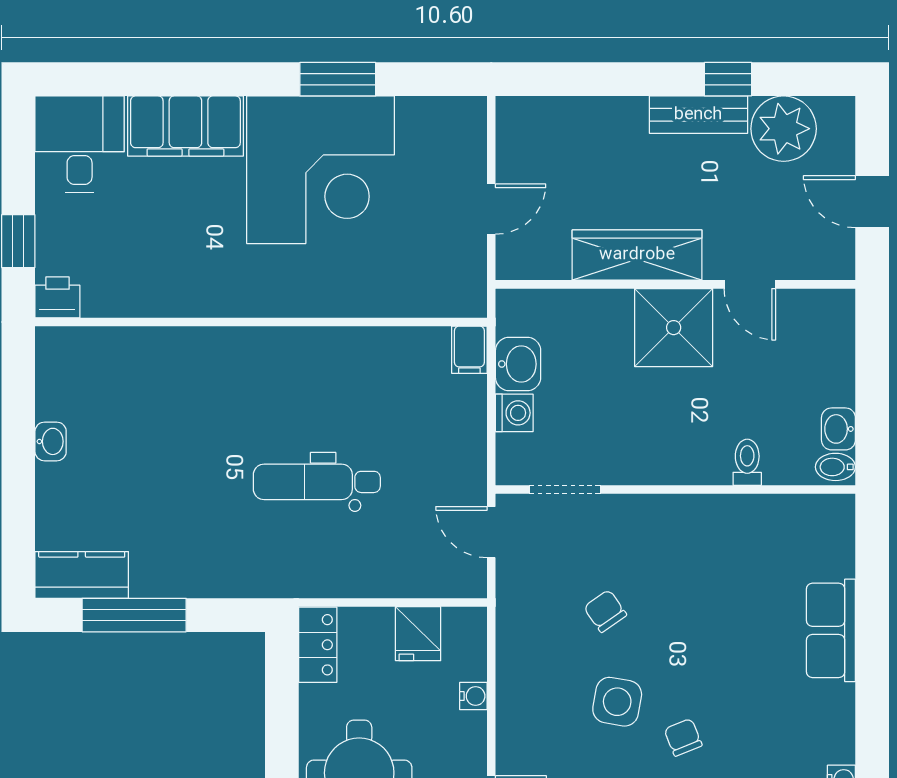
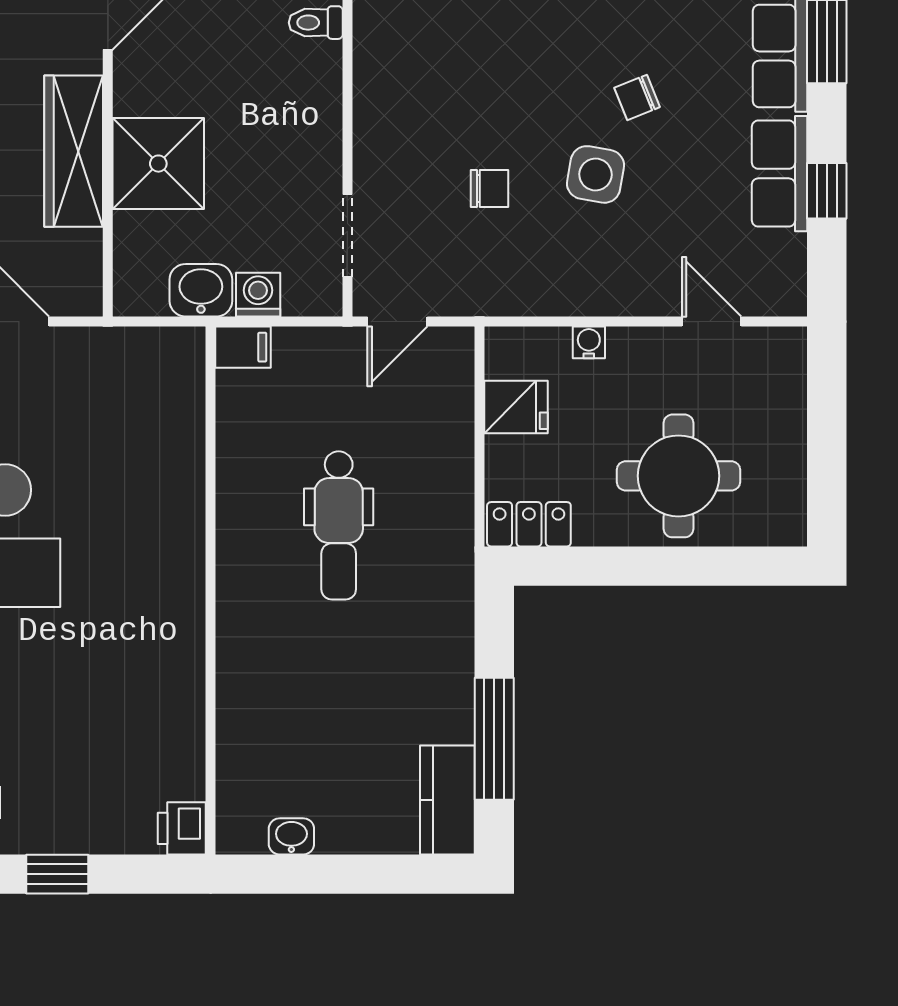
printer: (57, 297) -> (182, 828), moved
wall: (261, 322) -> (211, 591), moved
shower: (674, 328) -> (158, 164), moved
filing cabinet: (469, 350) -> (243, 347), moved
chair: (605, 611) -> (490, 188), turned -145

